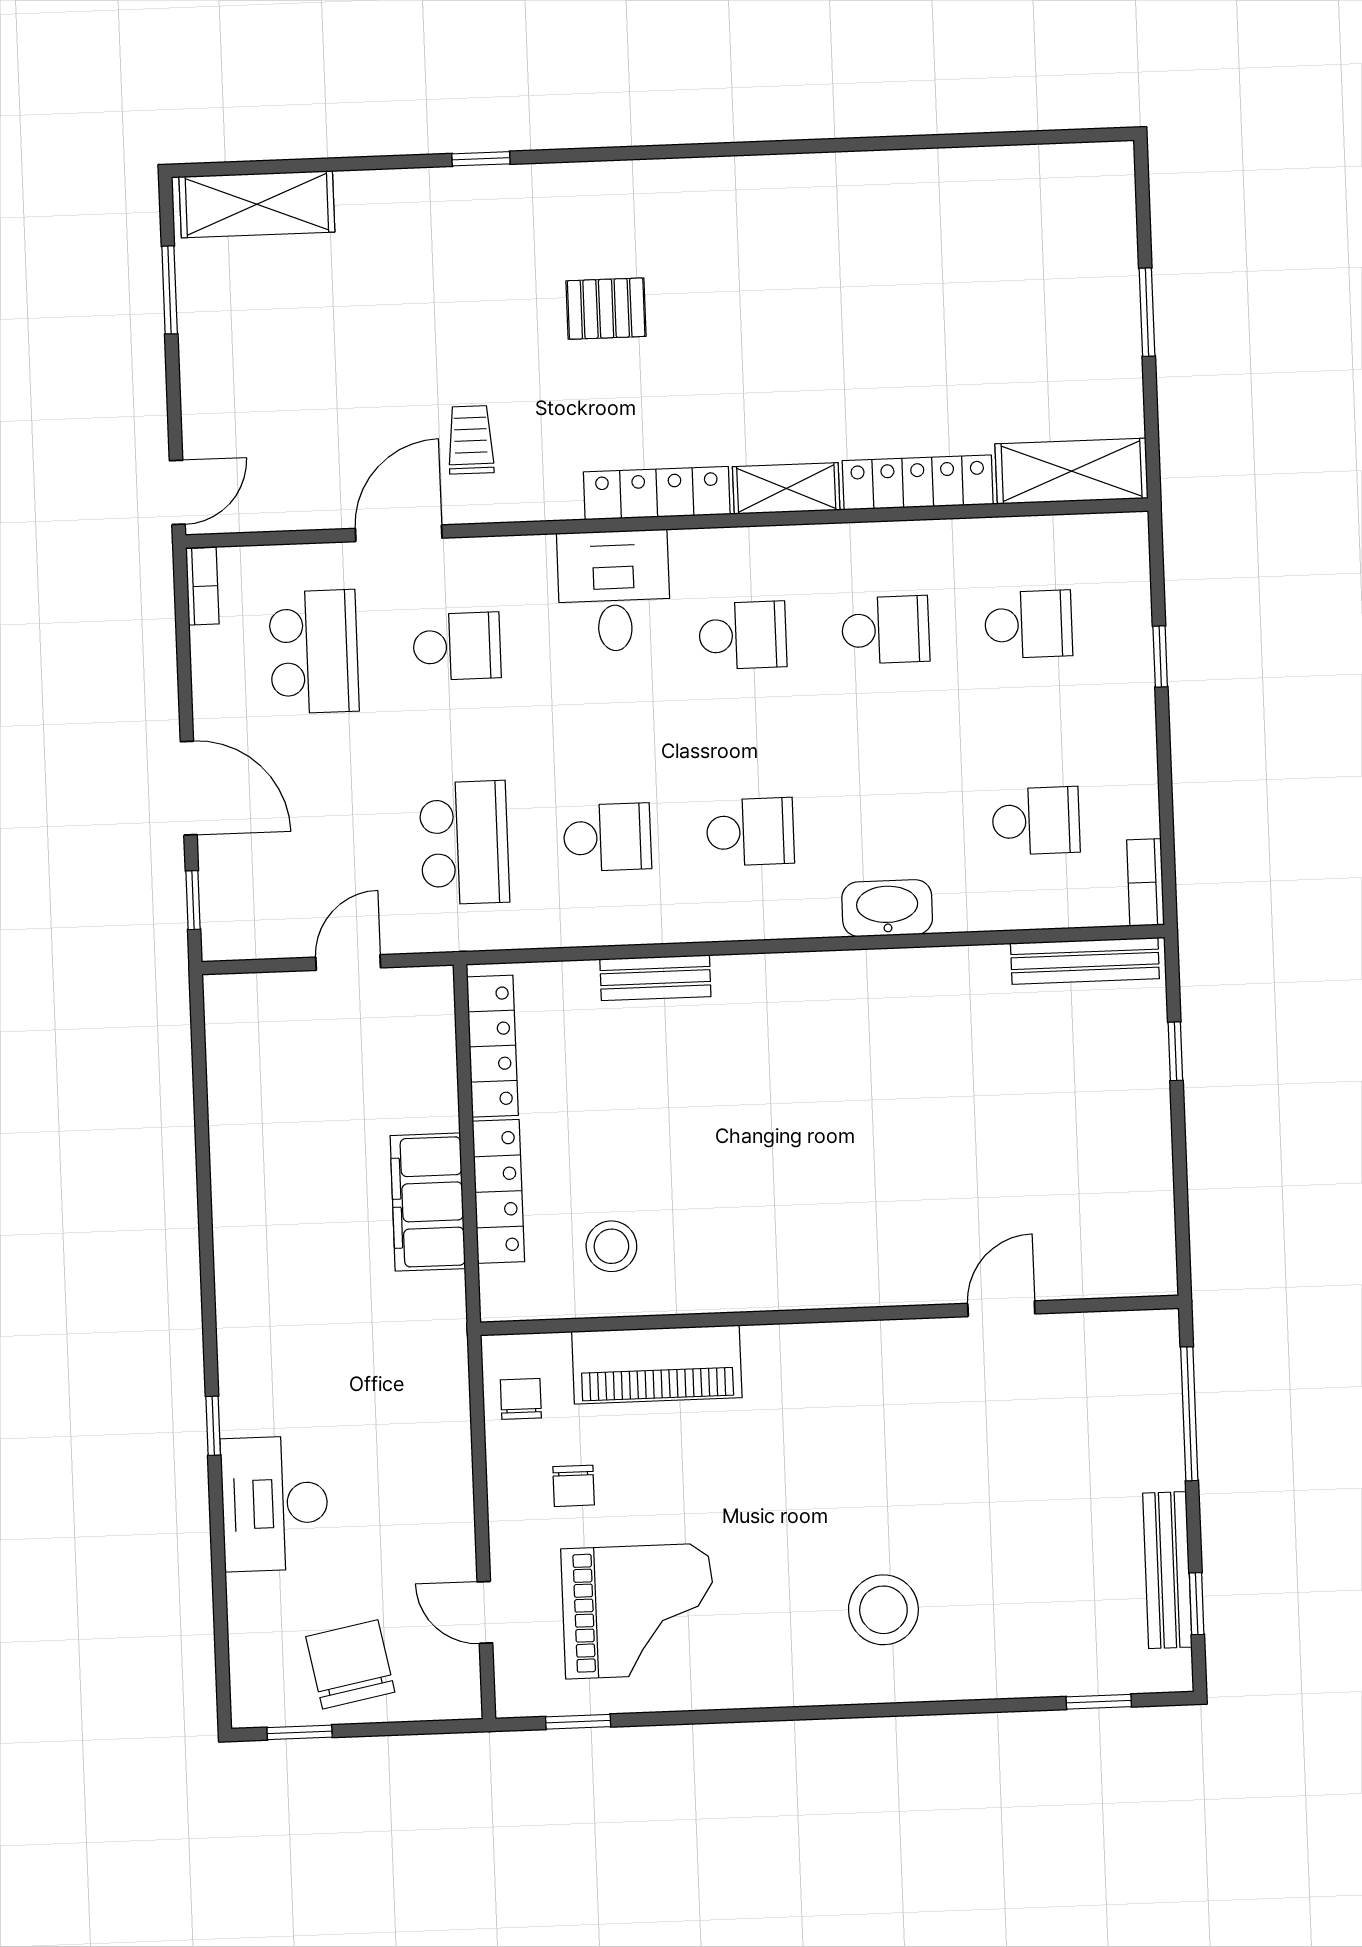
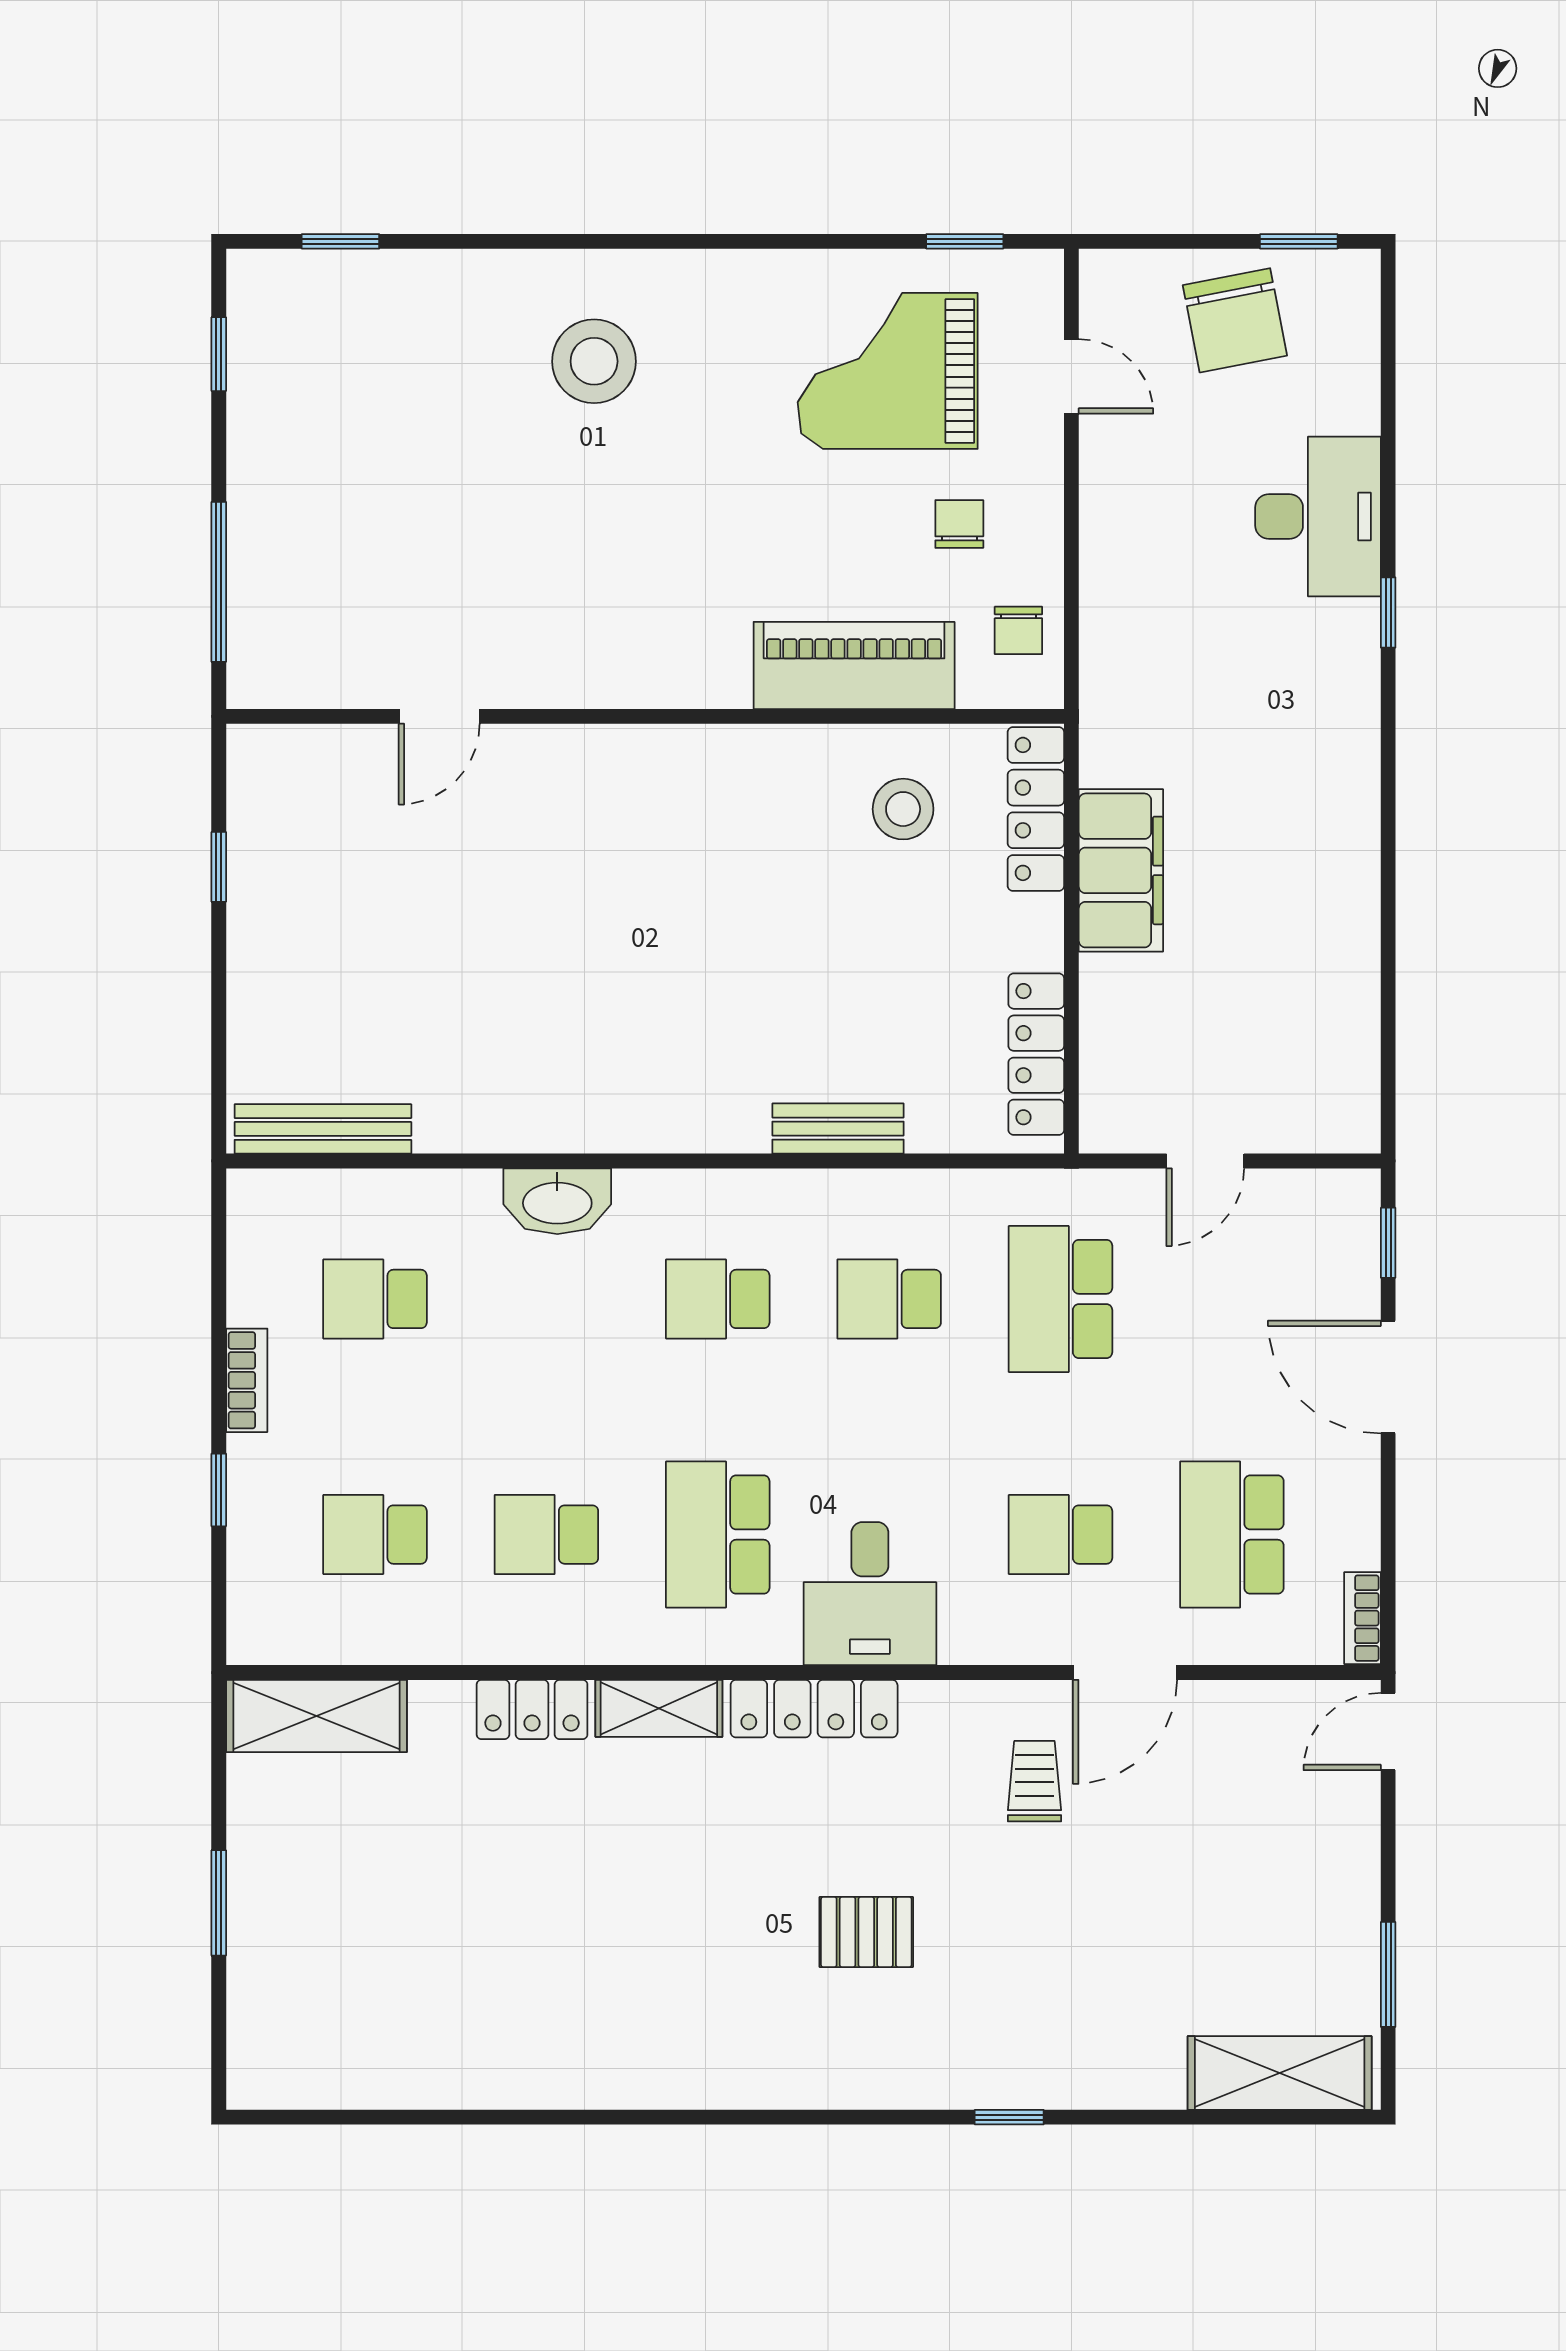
trolley: (471, 440) -> (1034, 1781), turned 180
locker: (918, 482) -> (532, 1709), width x0.66
school desk: (743, 635) -> (718, 1535), width x1.85
bookcase: (1146, 882) -> (247, 1380), moved
window: (1175, 1051) -> (219, 867), moved
locker: (498, 1191) -> (1036, 809), moved
bench: (1167, 1570) -> (252, 396), removed

